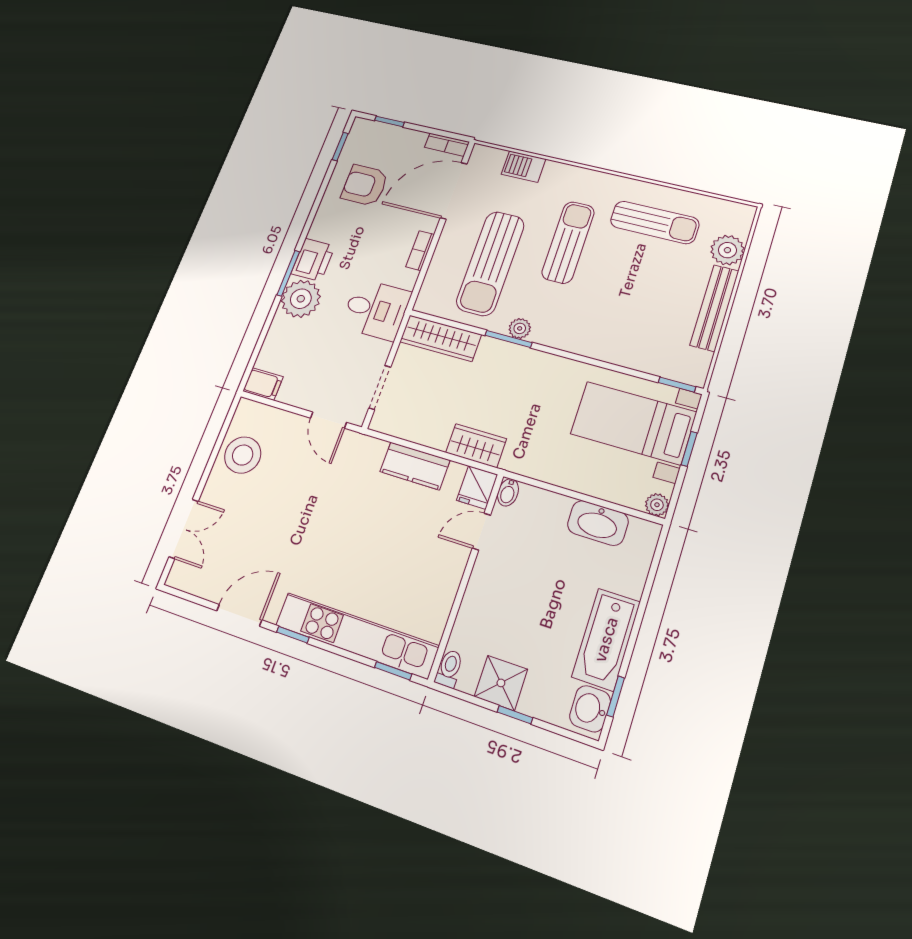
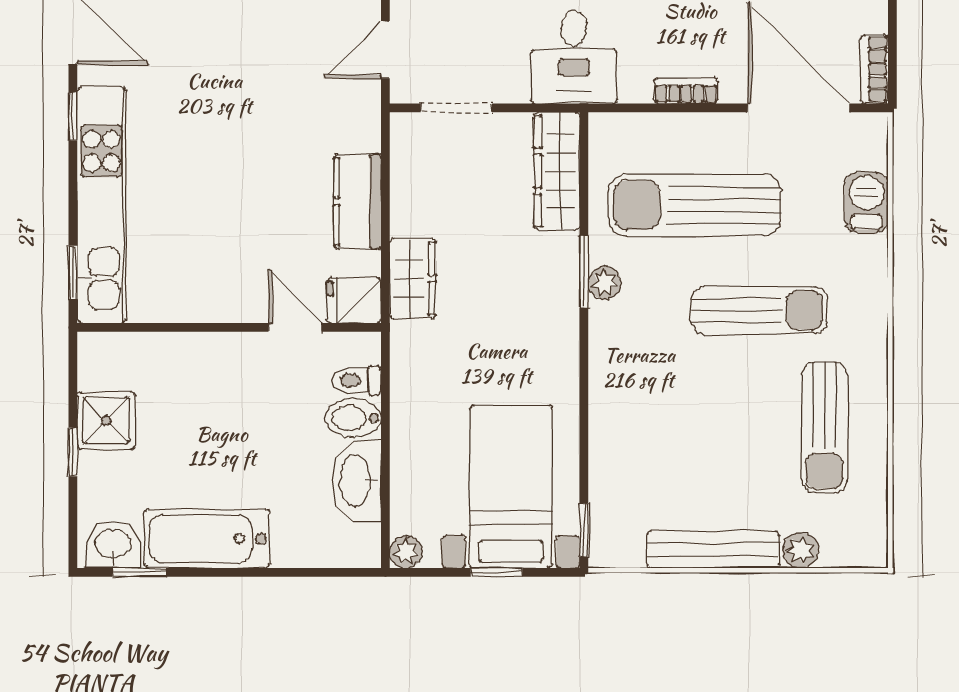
plant: (727, 250) -> (801, 550), width x0.73, depth x0.73
bidet: (508, 492) -> (353, 418), moved, width x1.38, depth x1.36
toilet: (449, 669) -> (357, 380), moved, turned 180

